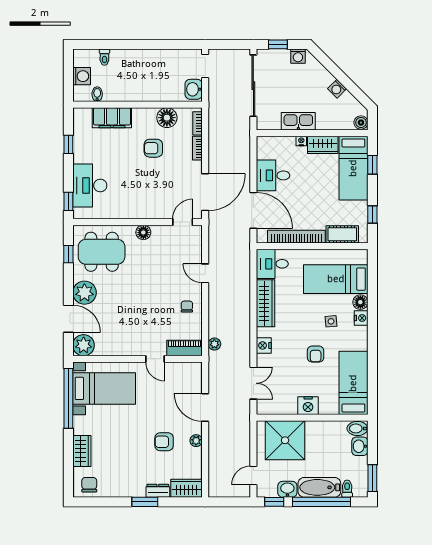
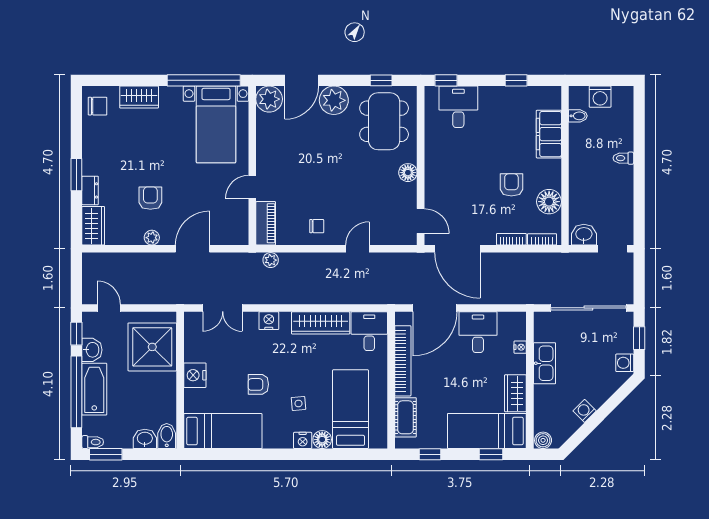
toilet: (104, 57) -> (623, 158), moved
nightstand: (301, 141) -> (520, 347), moved
desk: (90, 186) -> (458, 107), width x0.73
toilet: (347, 489) -> (93, 442), moved

